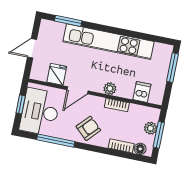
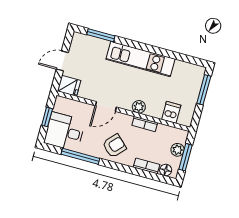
kitchen unit: (109, 42) -> (141, 59), width x0.73
fridge: (57, 74) -> (69, 86), moved, turned 90
desk: (40, 112) -> (65, 132), width x0.73

